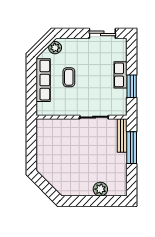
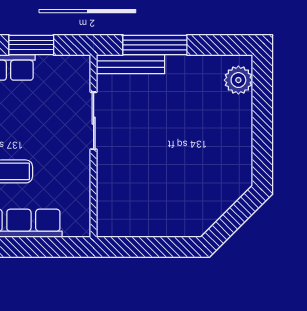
plant: (100, 189) -> (238, 80), moved

